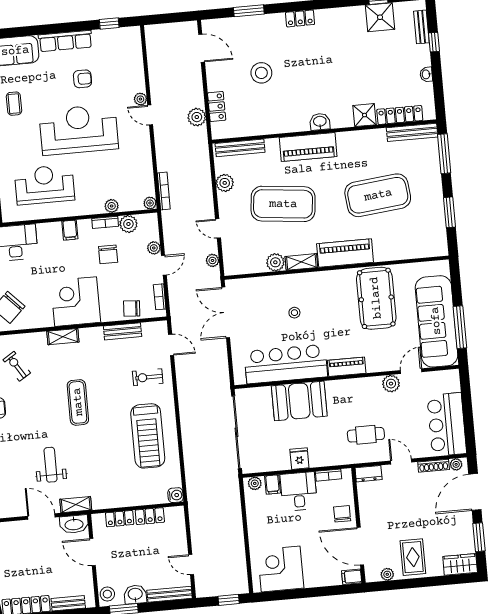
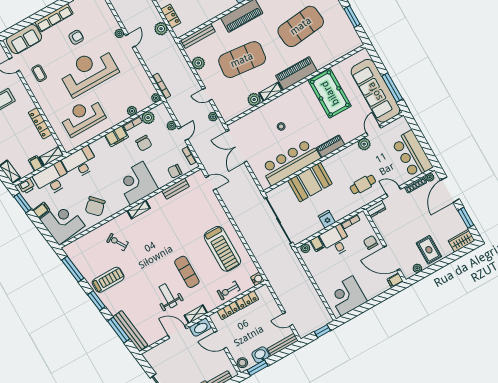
door: (150, 115) -> (130, 41), swing flipped
filing cabinet: (70, 230) -> (116, 136), width x2.00
exercise bike: (148, 377) -> (229, 291), moved
exercise mat: (78, 402) -> (187, 272), moved

